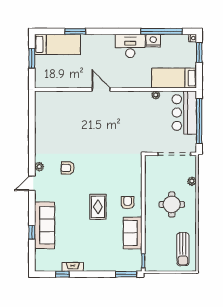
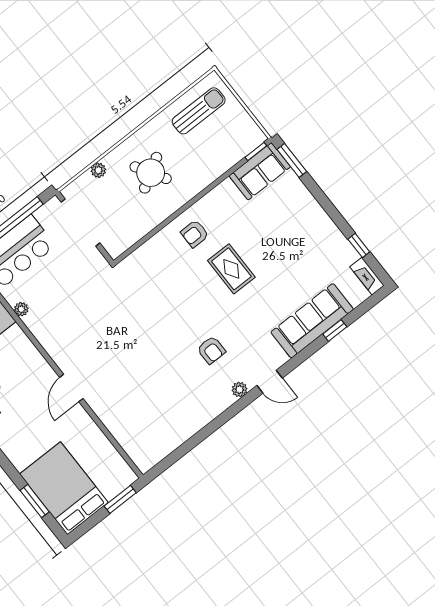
window: (75, 31) -> (35, 501), moved
bed: (57, 44) -> (64, 488), width x1.50
window: (32, 58) -> (120, 499), moved
round table: (172, 204) -> (151, 173), turned -31
rug: (98, 207) -> (231, 269), turned 90
sofa: (133, 233) -> (260, 171), moved
fireplace: (73, 267) -> (367, 276), moved

